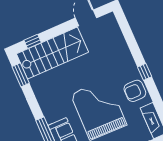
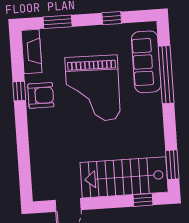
window: (145, 72) -> (19, 91), moved

